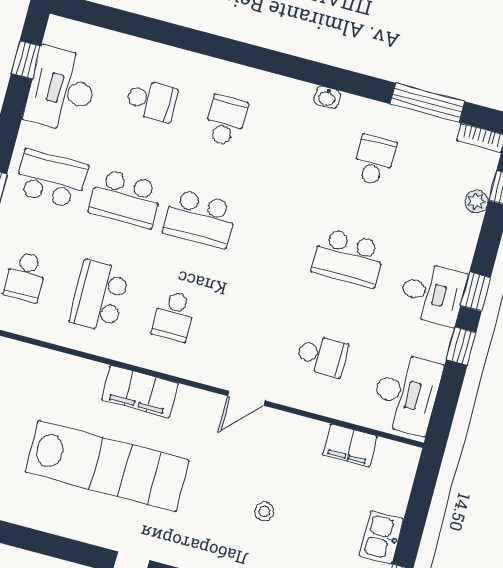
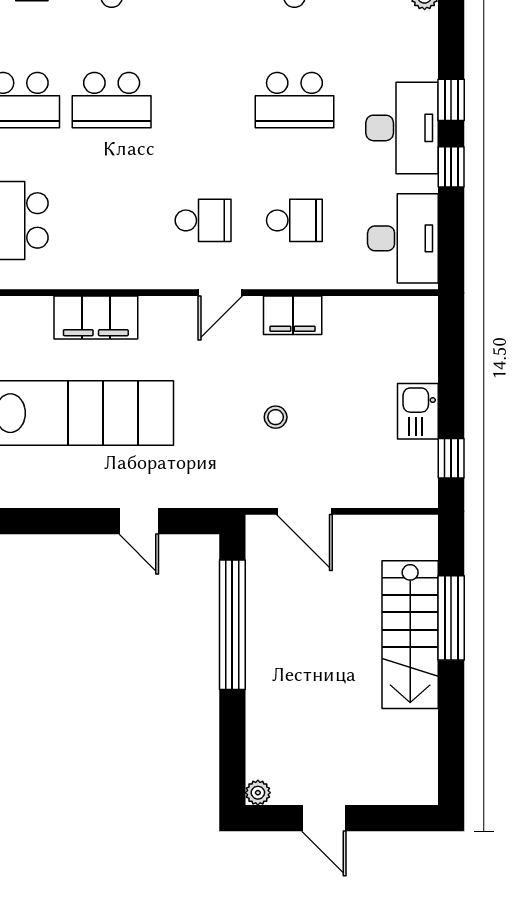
desk: (432, 294) -> (402, 128), width x1.37
school desk: (174, 316) -> (203, 220), moved, turned -90
filing cabinet: (350, 445) -> (293, 315), moved

